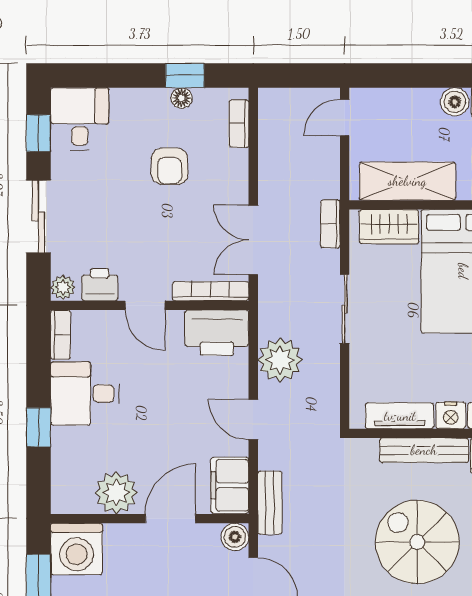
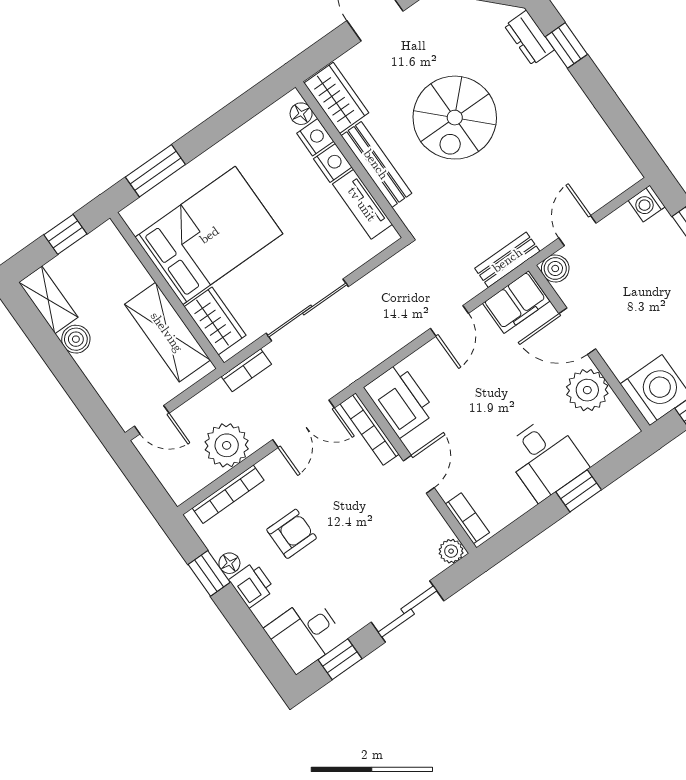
bookcase: (239, 124) -> (228, 494), width x1.56
printer: (100, 285) -> (252, 585), moved, turned 180
sliding door: (345, 309) -> (307, 310), width x1.37
bookcase: (61, 335) -> (467, 518), moved, turned 90
plant: (280, 360) -> (227, 445), moved
desk: (85, 394) -> (545, 458), moved

